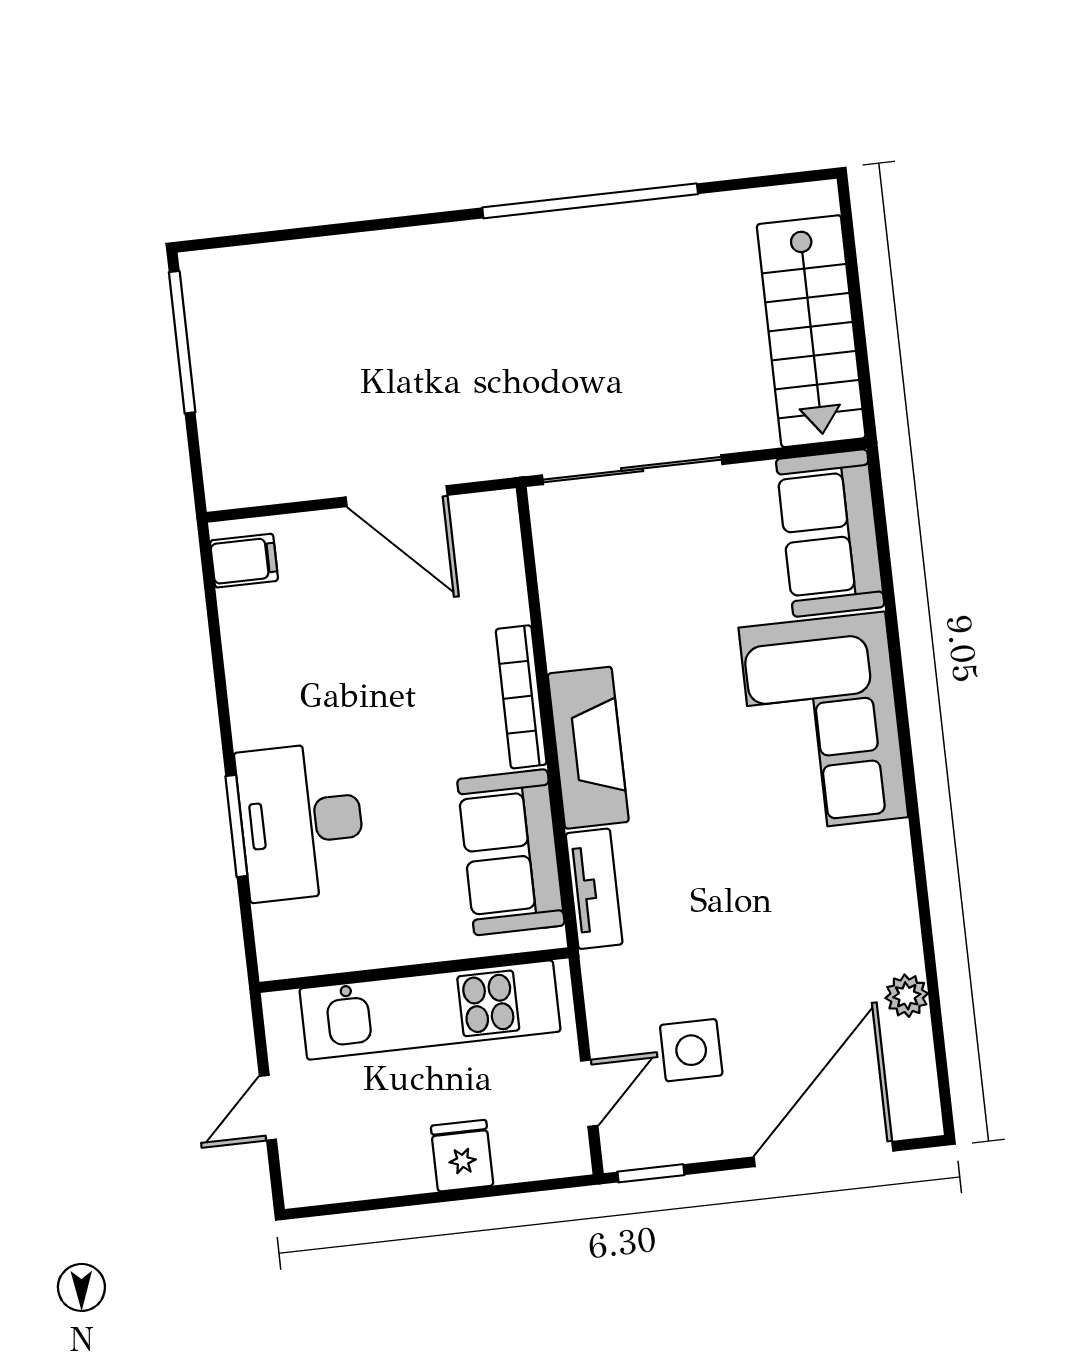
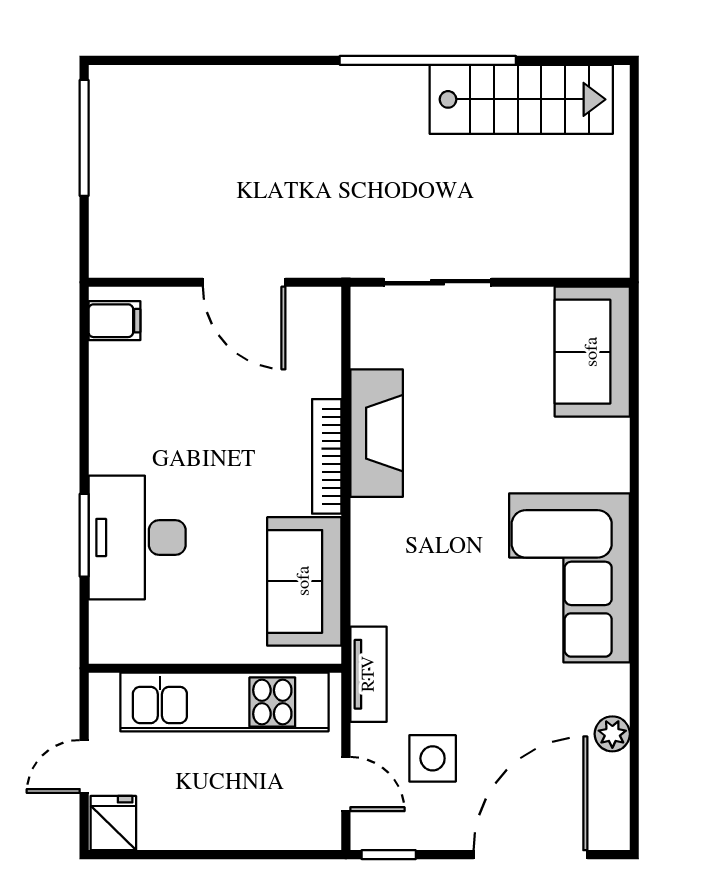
stairs: (811, 331) -> (521, 99), moved, turned -90
sliding door: (632, 470) -> (438, 282), width x0.73
corner sofa: (823, 722) -> (569, 578), moved
fireplace: (588, 748) -> (377, 433), moved
tv unit: (594, 889) -> (369, 674), moved
door: (589, 1093) -> (346, 784), hinge flipped
fridge: (462, 1156) -> (113, 823), moved

